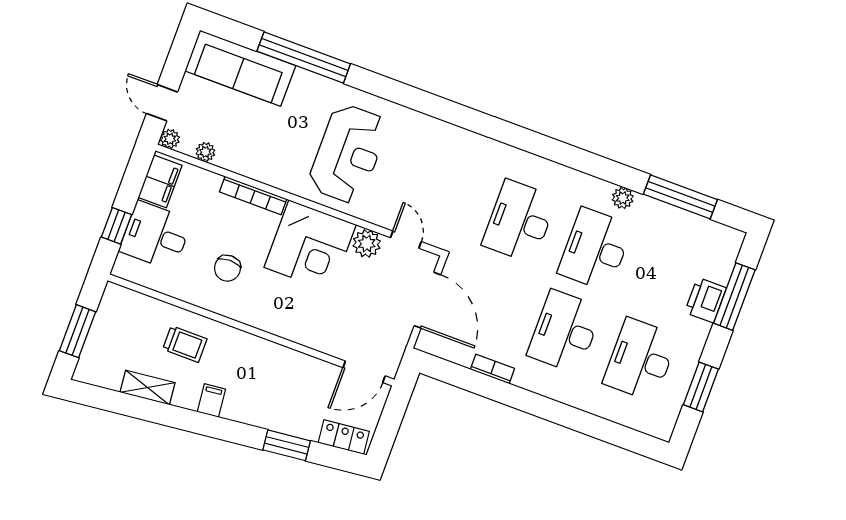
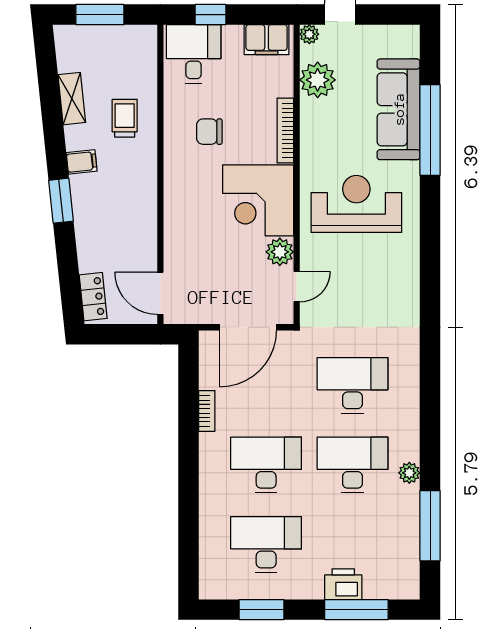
sofa: (240, 68) -> (399, 109), moved
plant: (205, 152) -> (318, 80), width x1.87, depth x1.87
reception desk: (348, 154) -> (356, 204), turned 180
desk: (156, 236) -> (194, 54), moved
trolley: (185, 344) -> (125, 118), turned 180
window: (287, 445) -> (61, 201), moved

